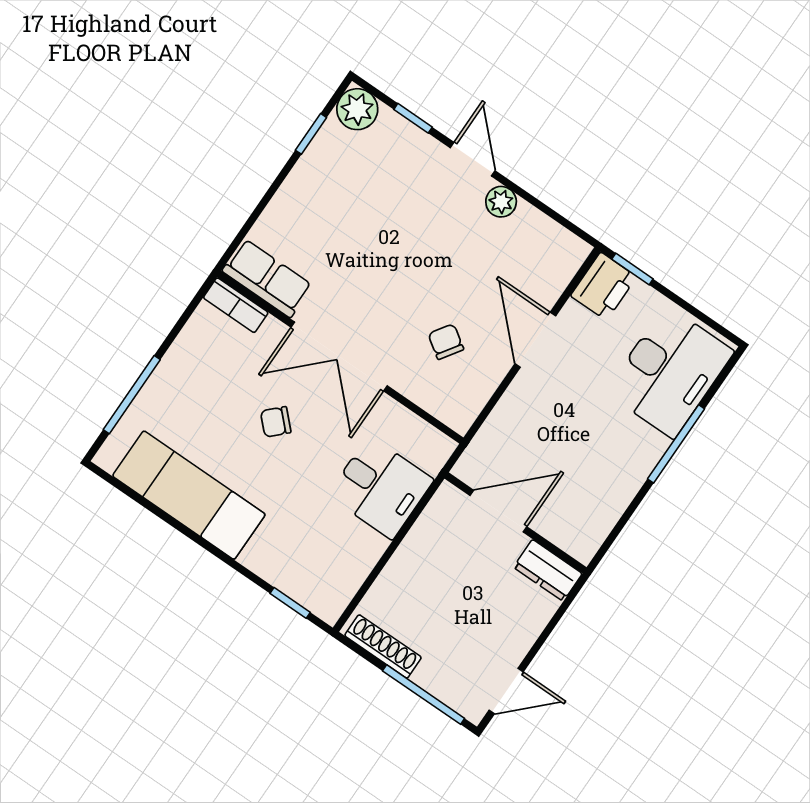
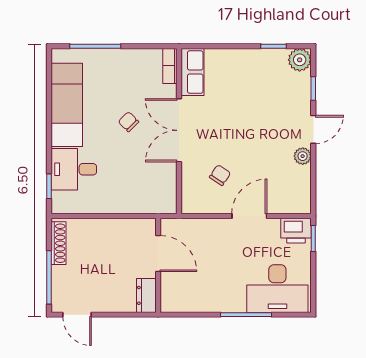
desk: (381, 487) -> (74, 169), moved, turned 90

